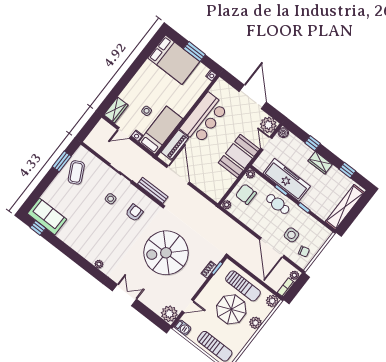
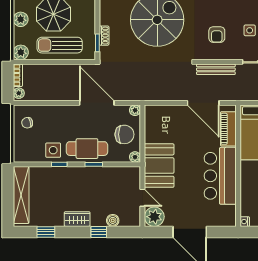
boiler: (283, 133) -> (113, 220), moved
freezer: (287, 180) -> (96, 178), removed
cafe table: (278, 204) -> (87, 149), width x1.37, depth x1.35
side table: (291, 235) -> (53, 150), moved
door: (272, 248) -> (97, 103), moved

